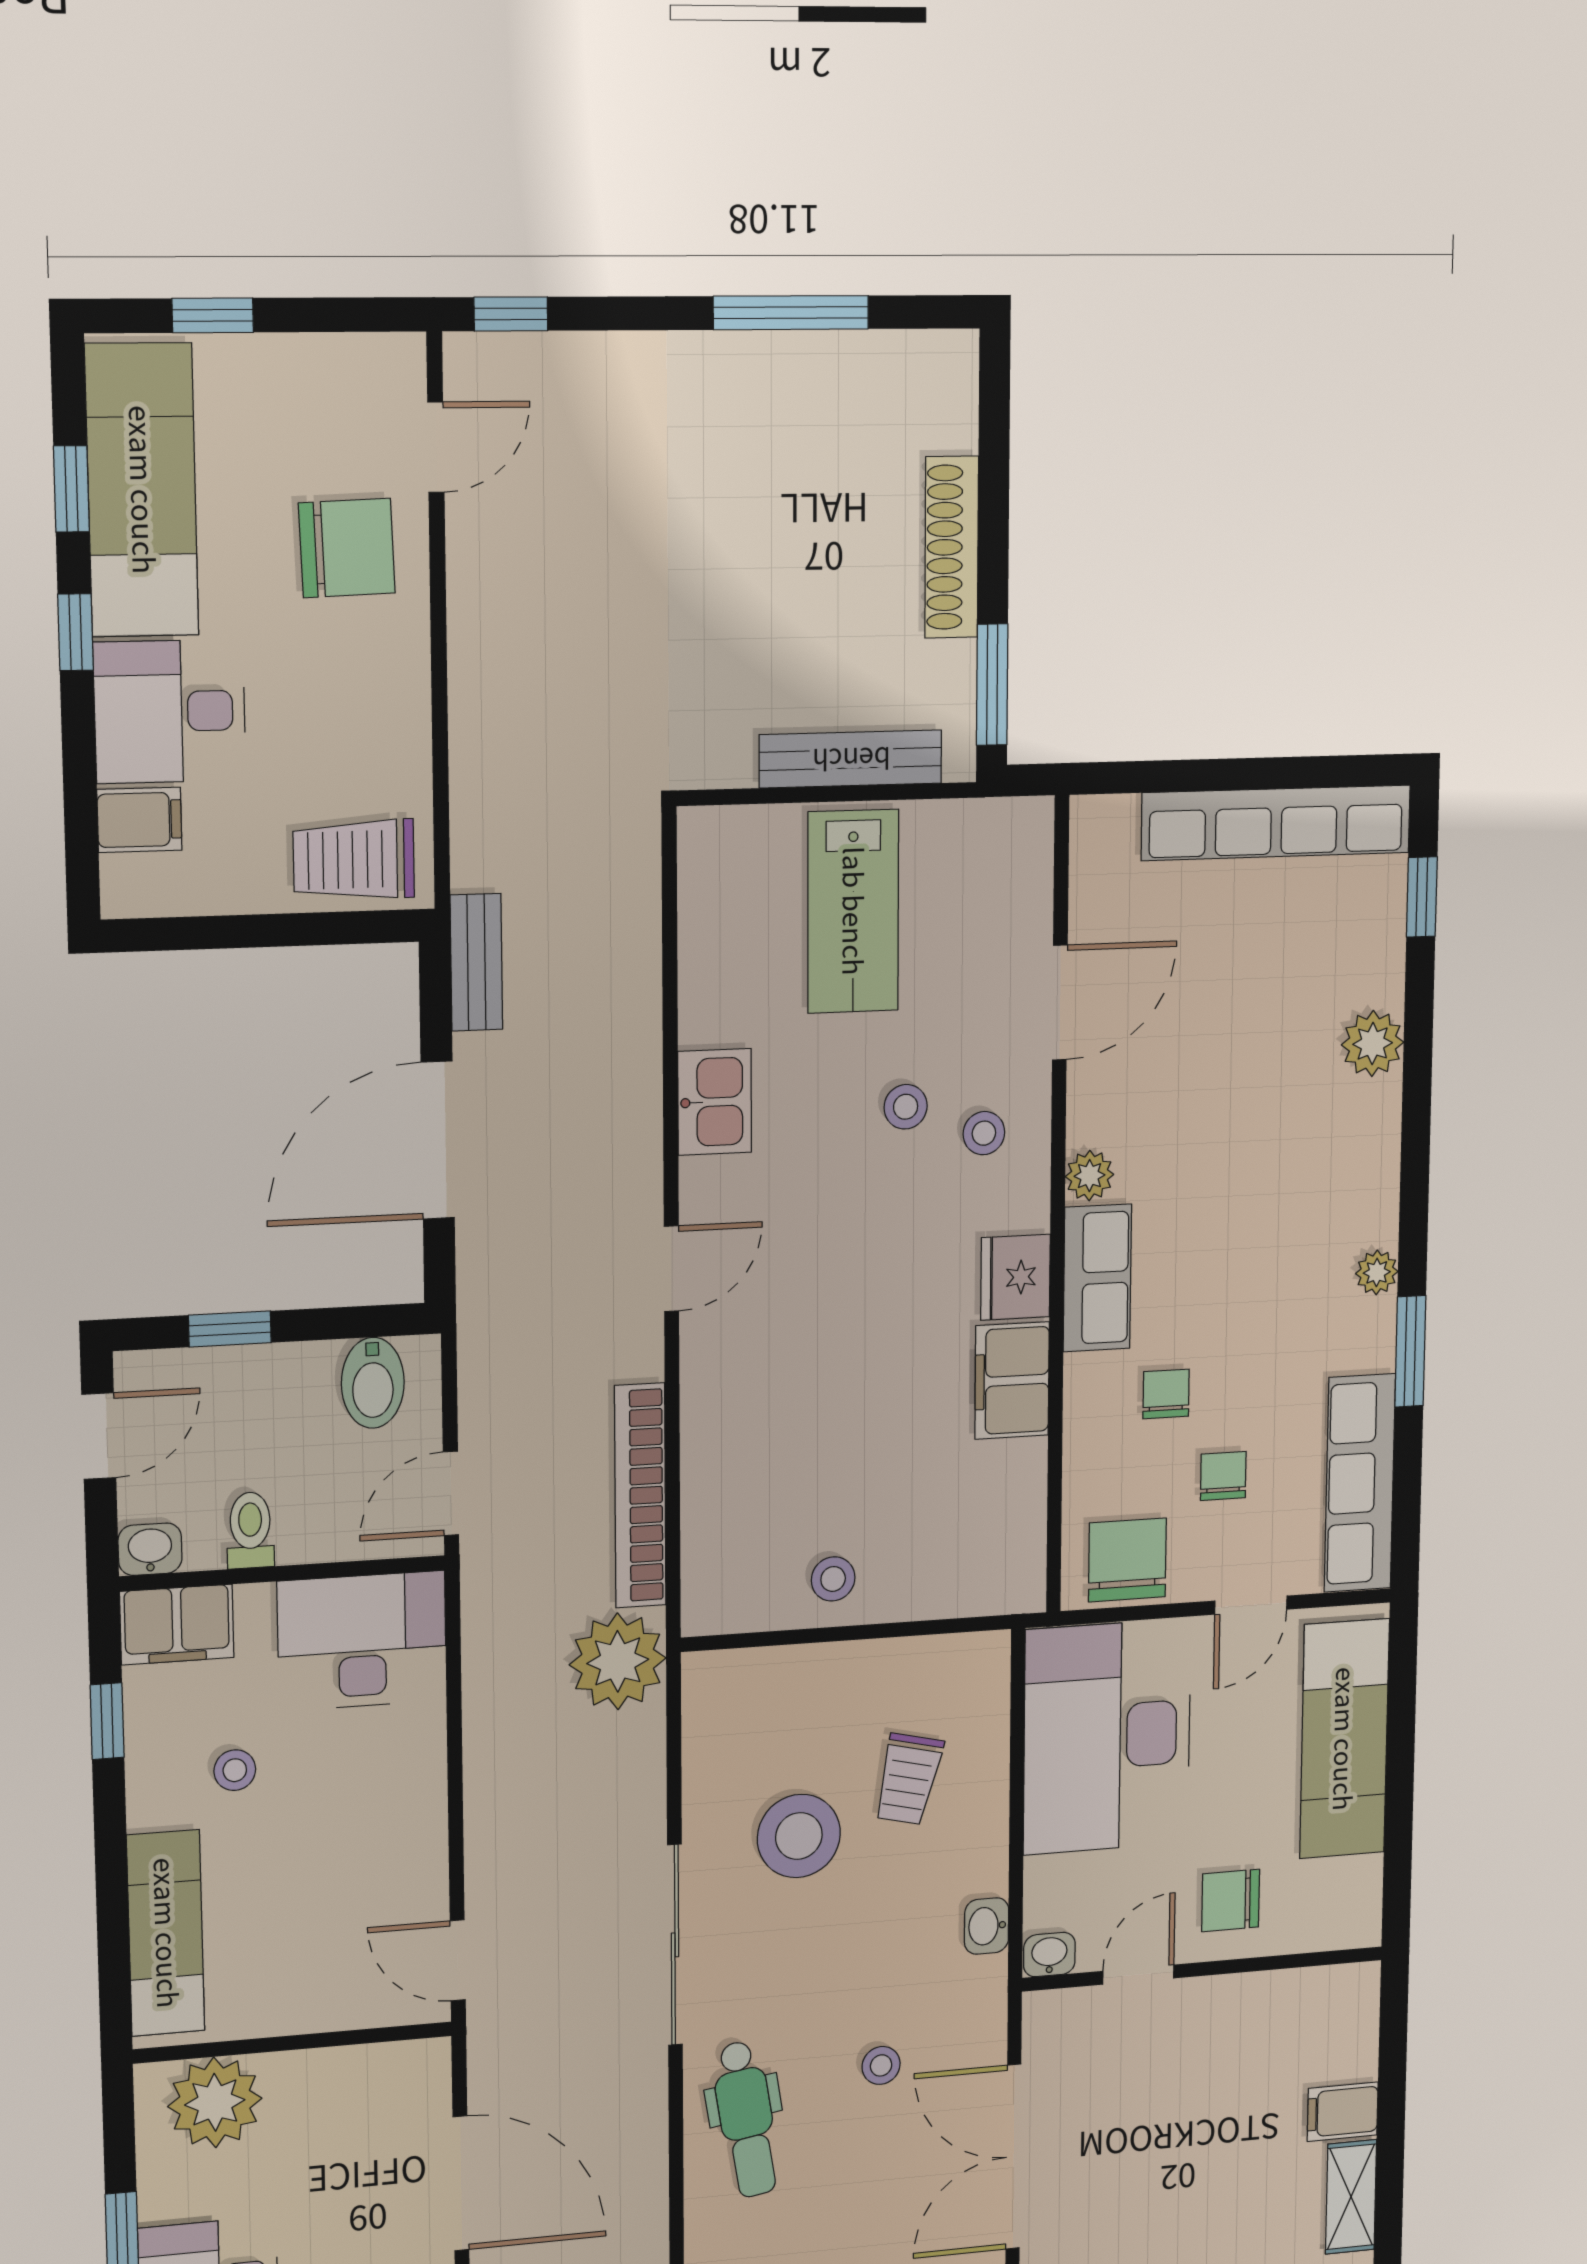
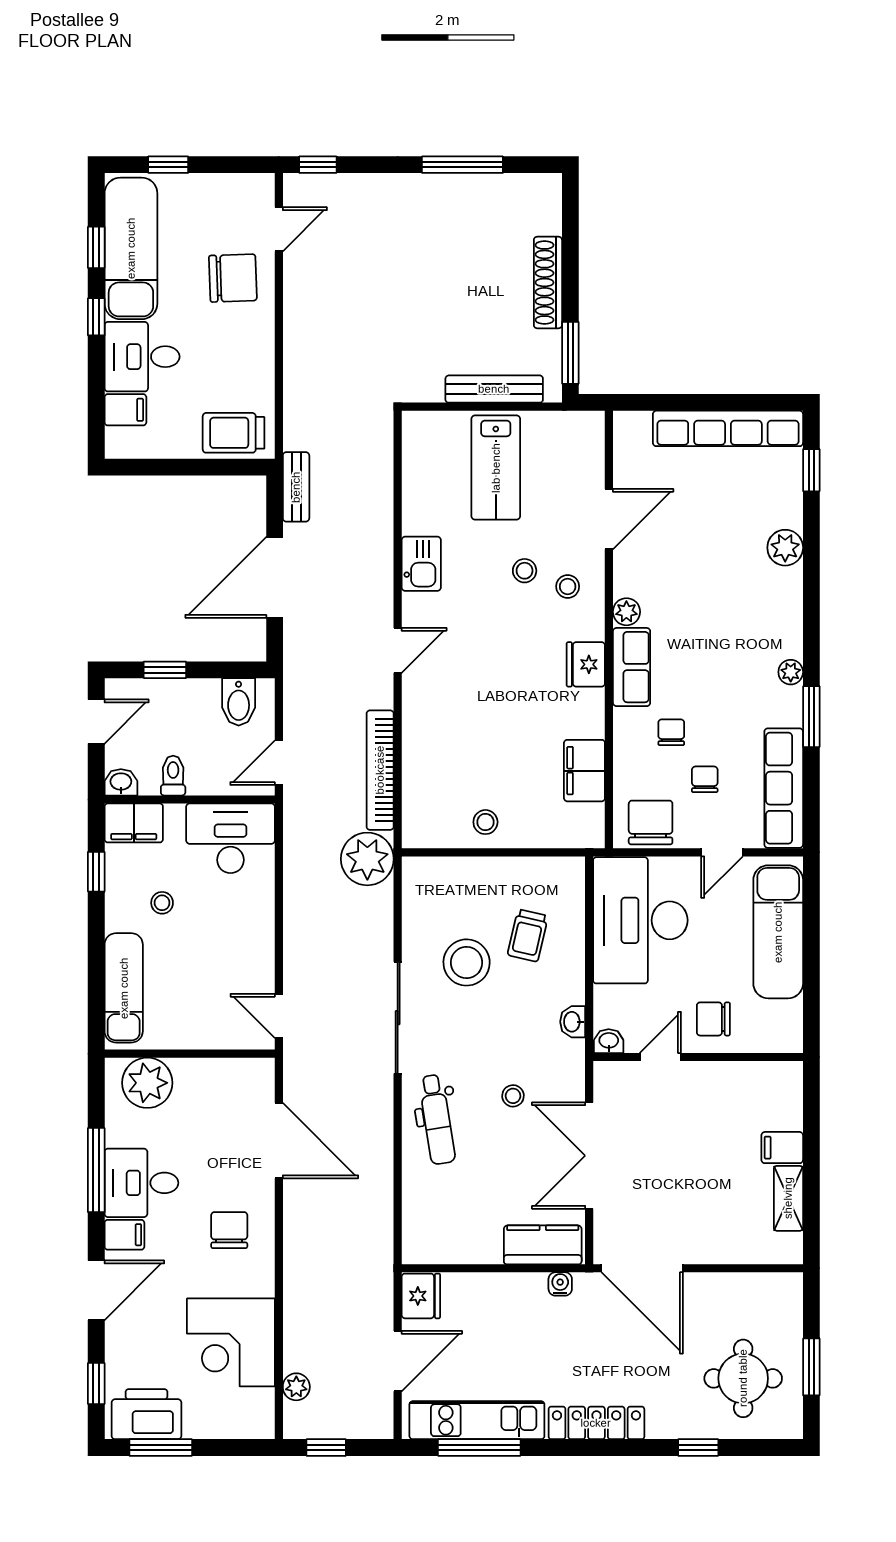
filing cabinet: (1012, 1381) -> (584, 771), moved

